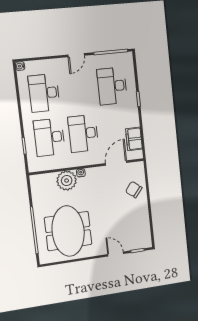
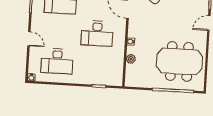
door: (76, 55) -> (29, 39), moved
desk: (49, 137) -> (95, 63), removed
plant: (67, 181) -> (131, 59), width x0.53, depth x0.53

